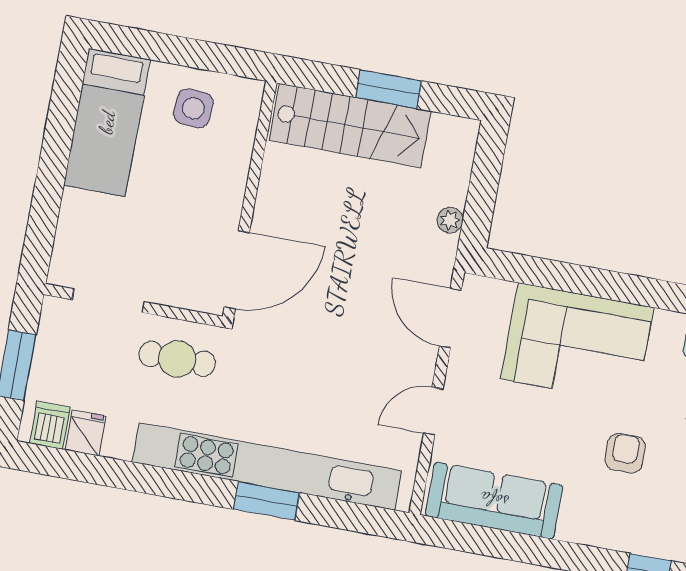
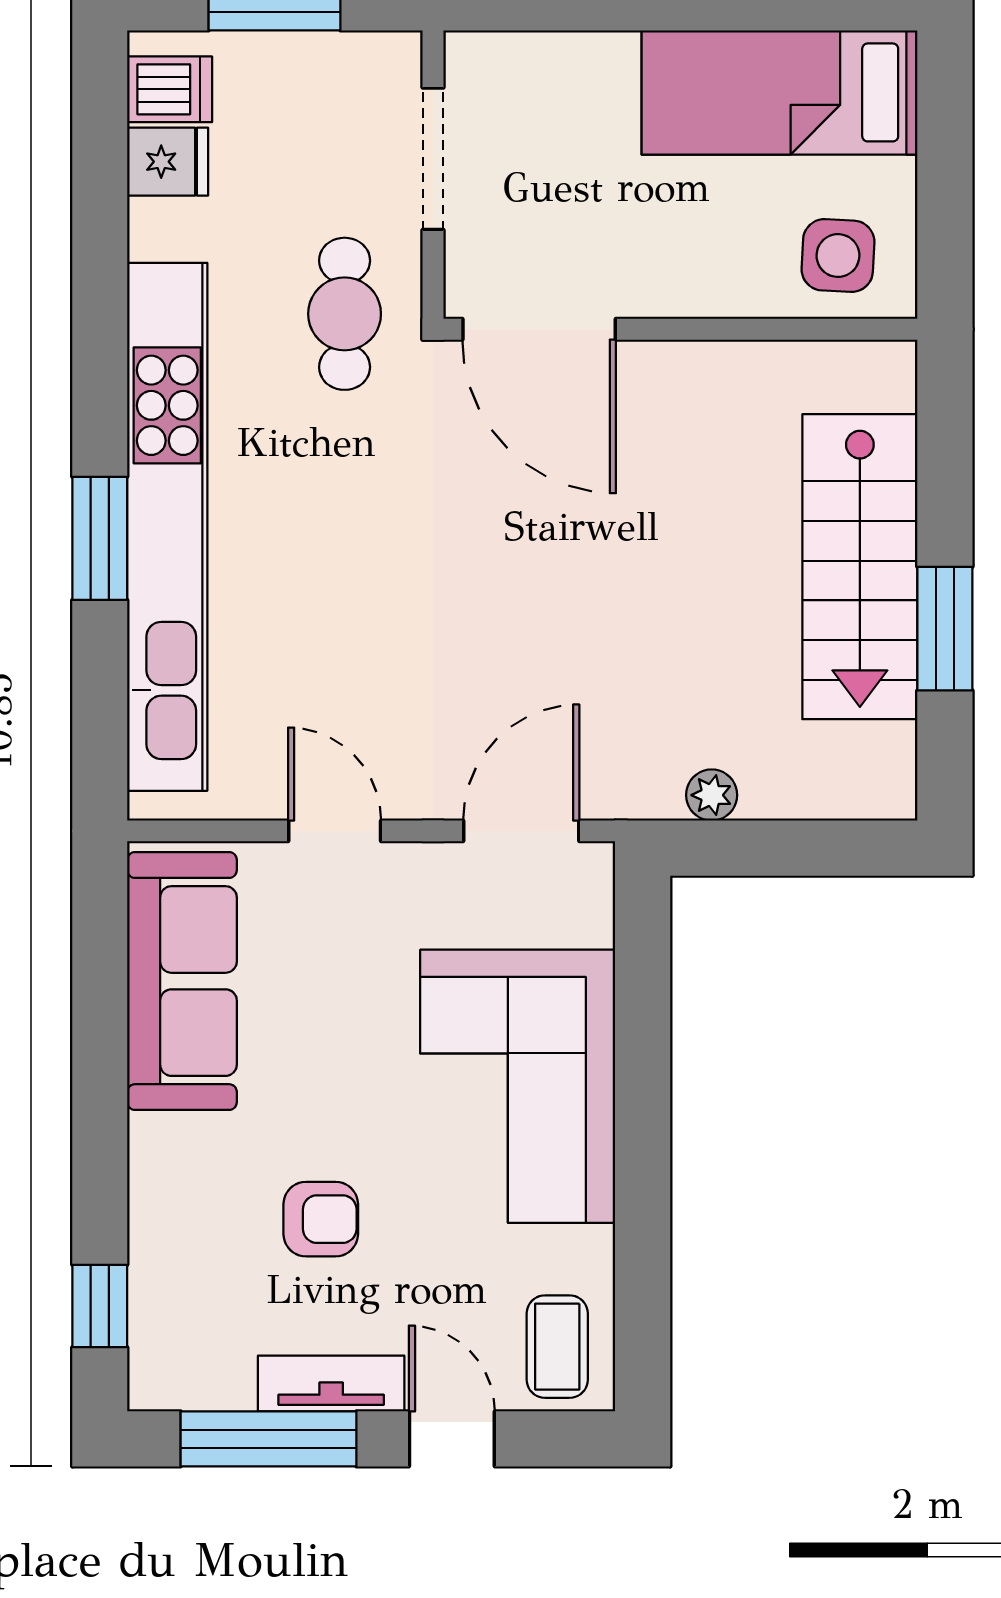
wall: (250, 200) -> (680, 329), moved
door: (237, 270) -> (539, 329), moved

